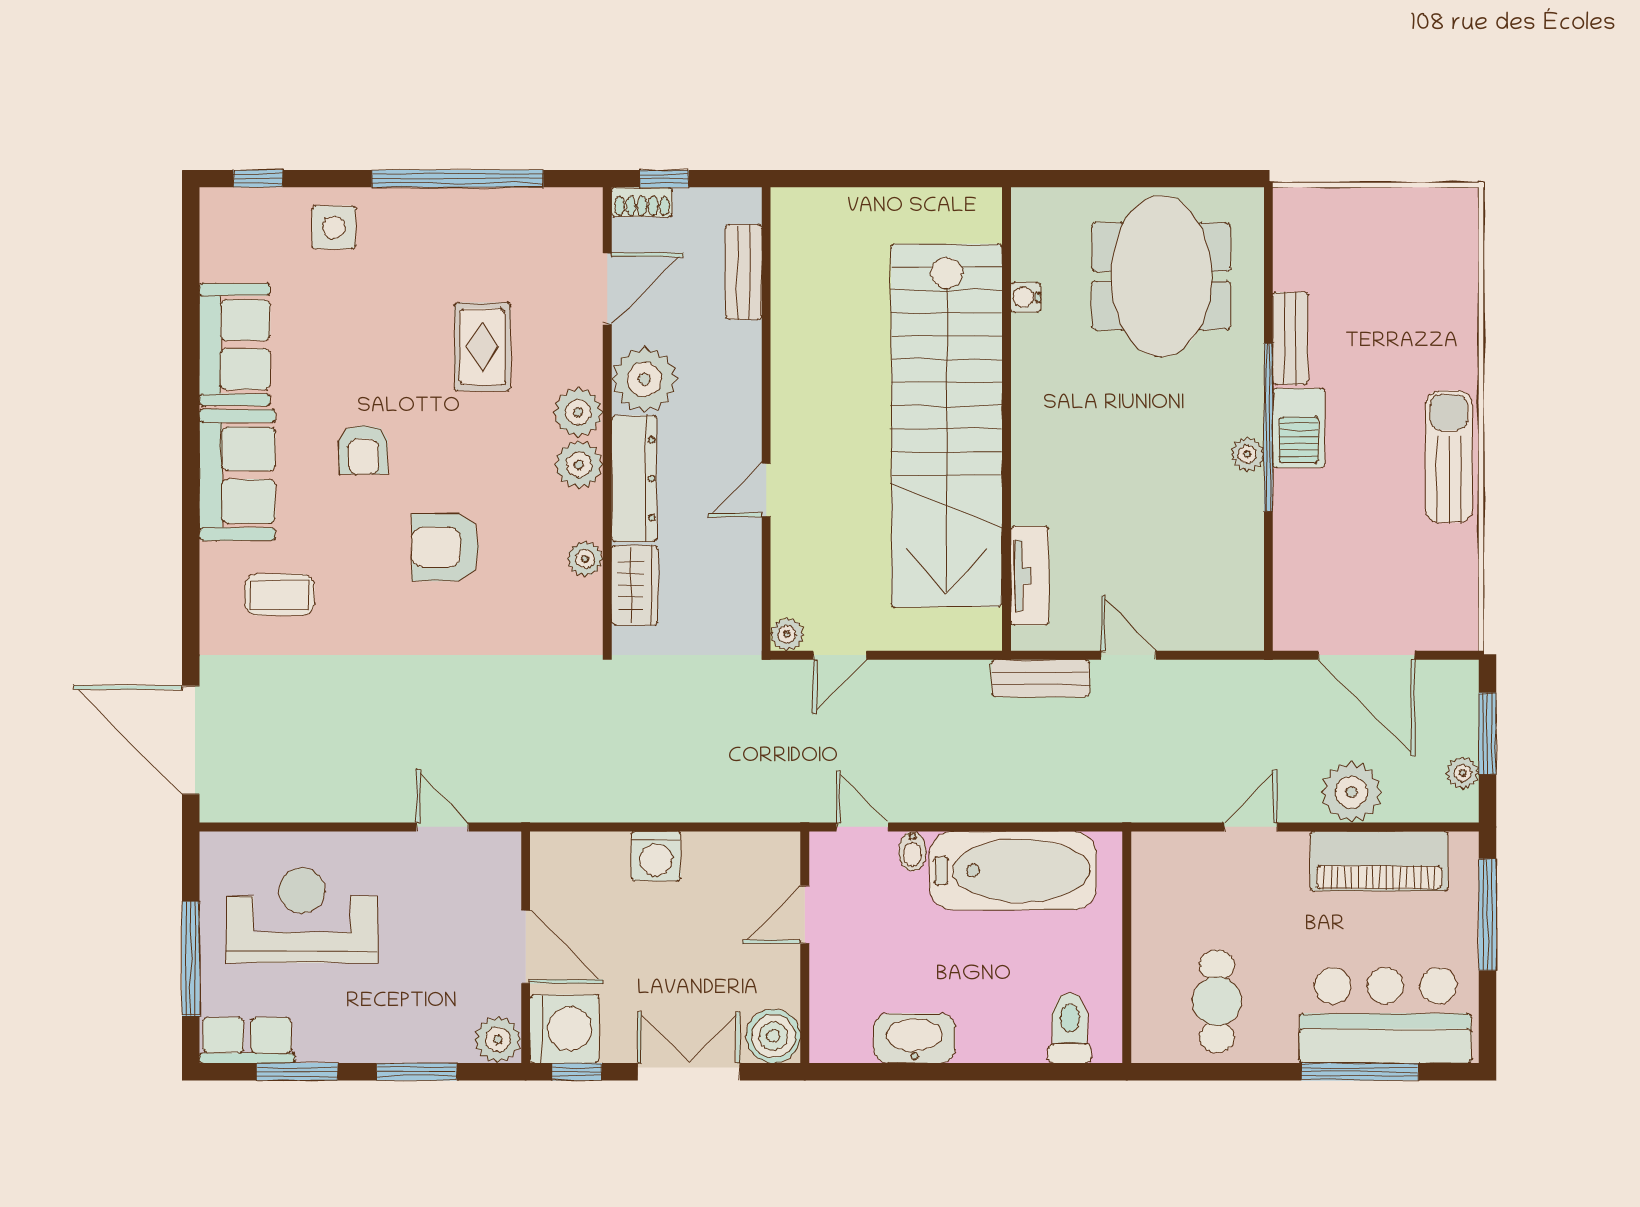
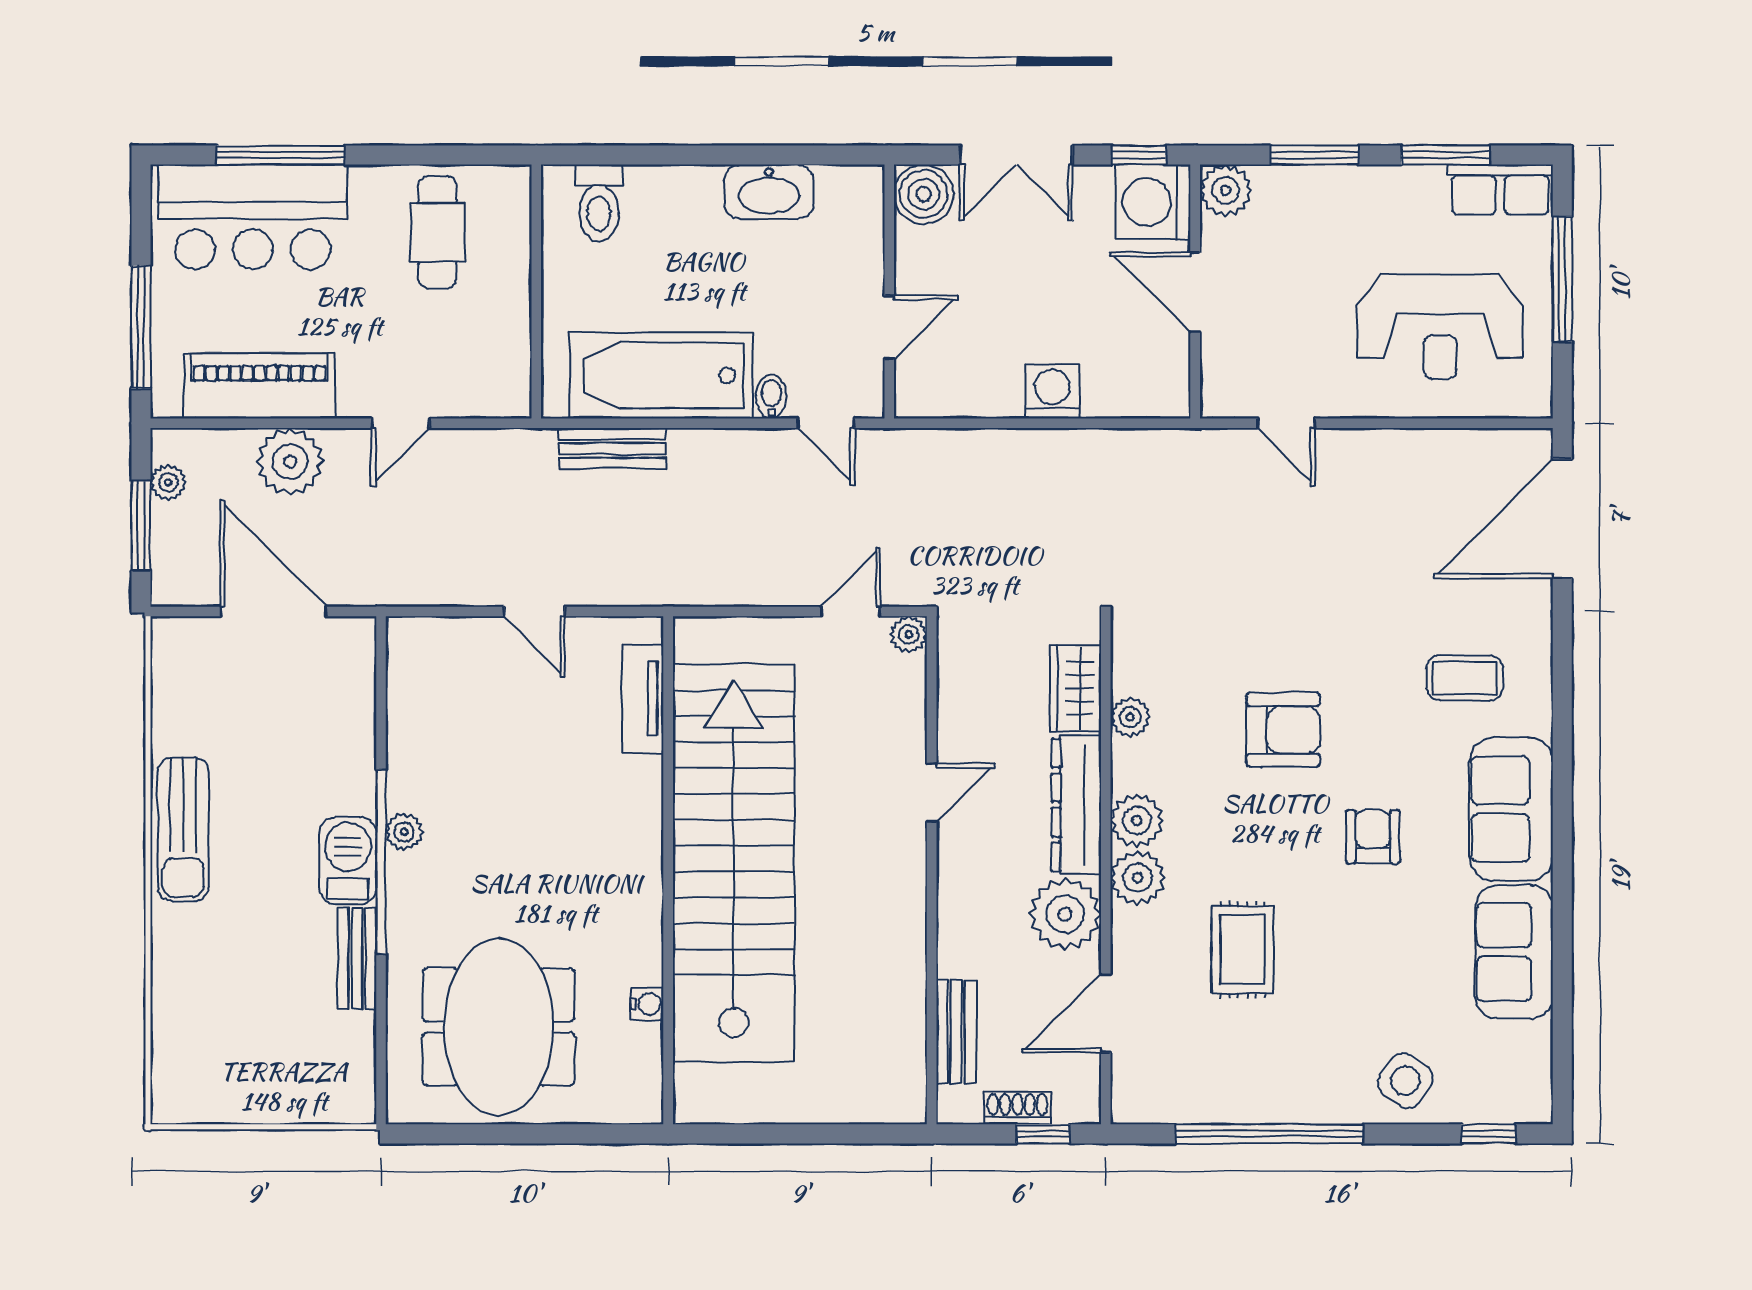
shoe rack: (642, 202) -> (1017, 1108), moved
side table: (334, 227) -> (1405, 1081), turned 35
bench: (1041, 678) -> (612, 448), moved
door: (191, 740) -> (1562, 519), swing flipped

